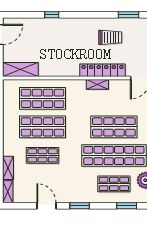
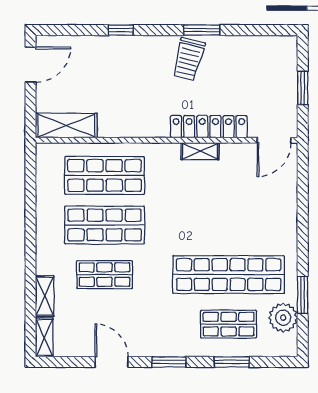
window: (128, 15) -> (202, 30), moved
trolley: (110, 37) -> (189, 59), moved, turned 104
shop shelf: (114, 127) -> (229, 225), removed
window: (127, 206) -> (232, 362), moved

